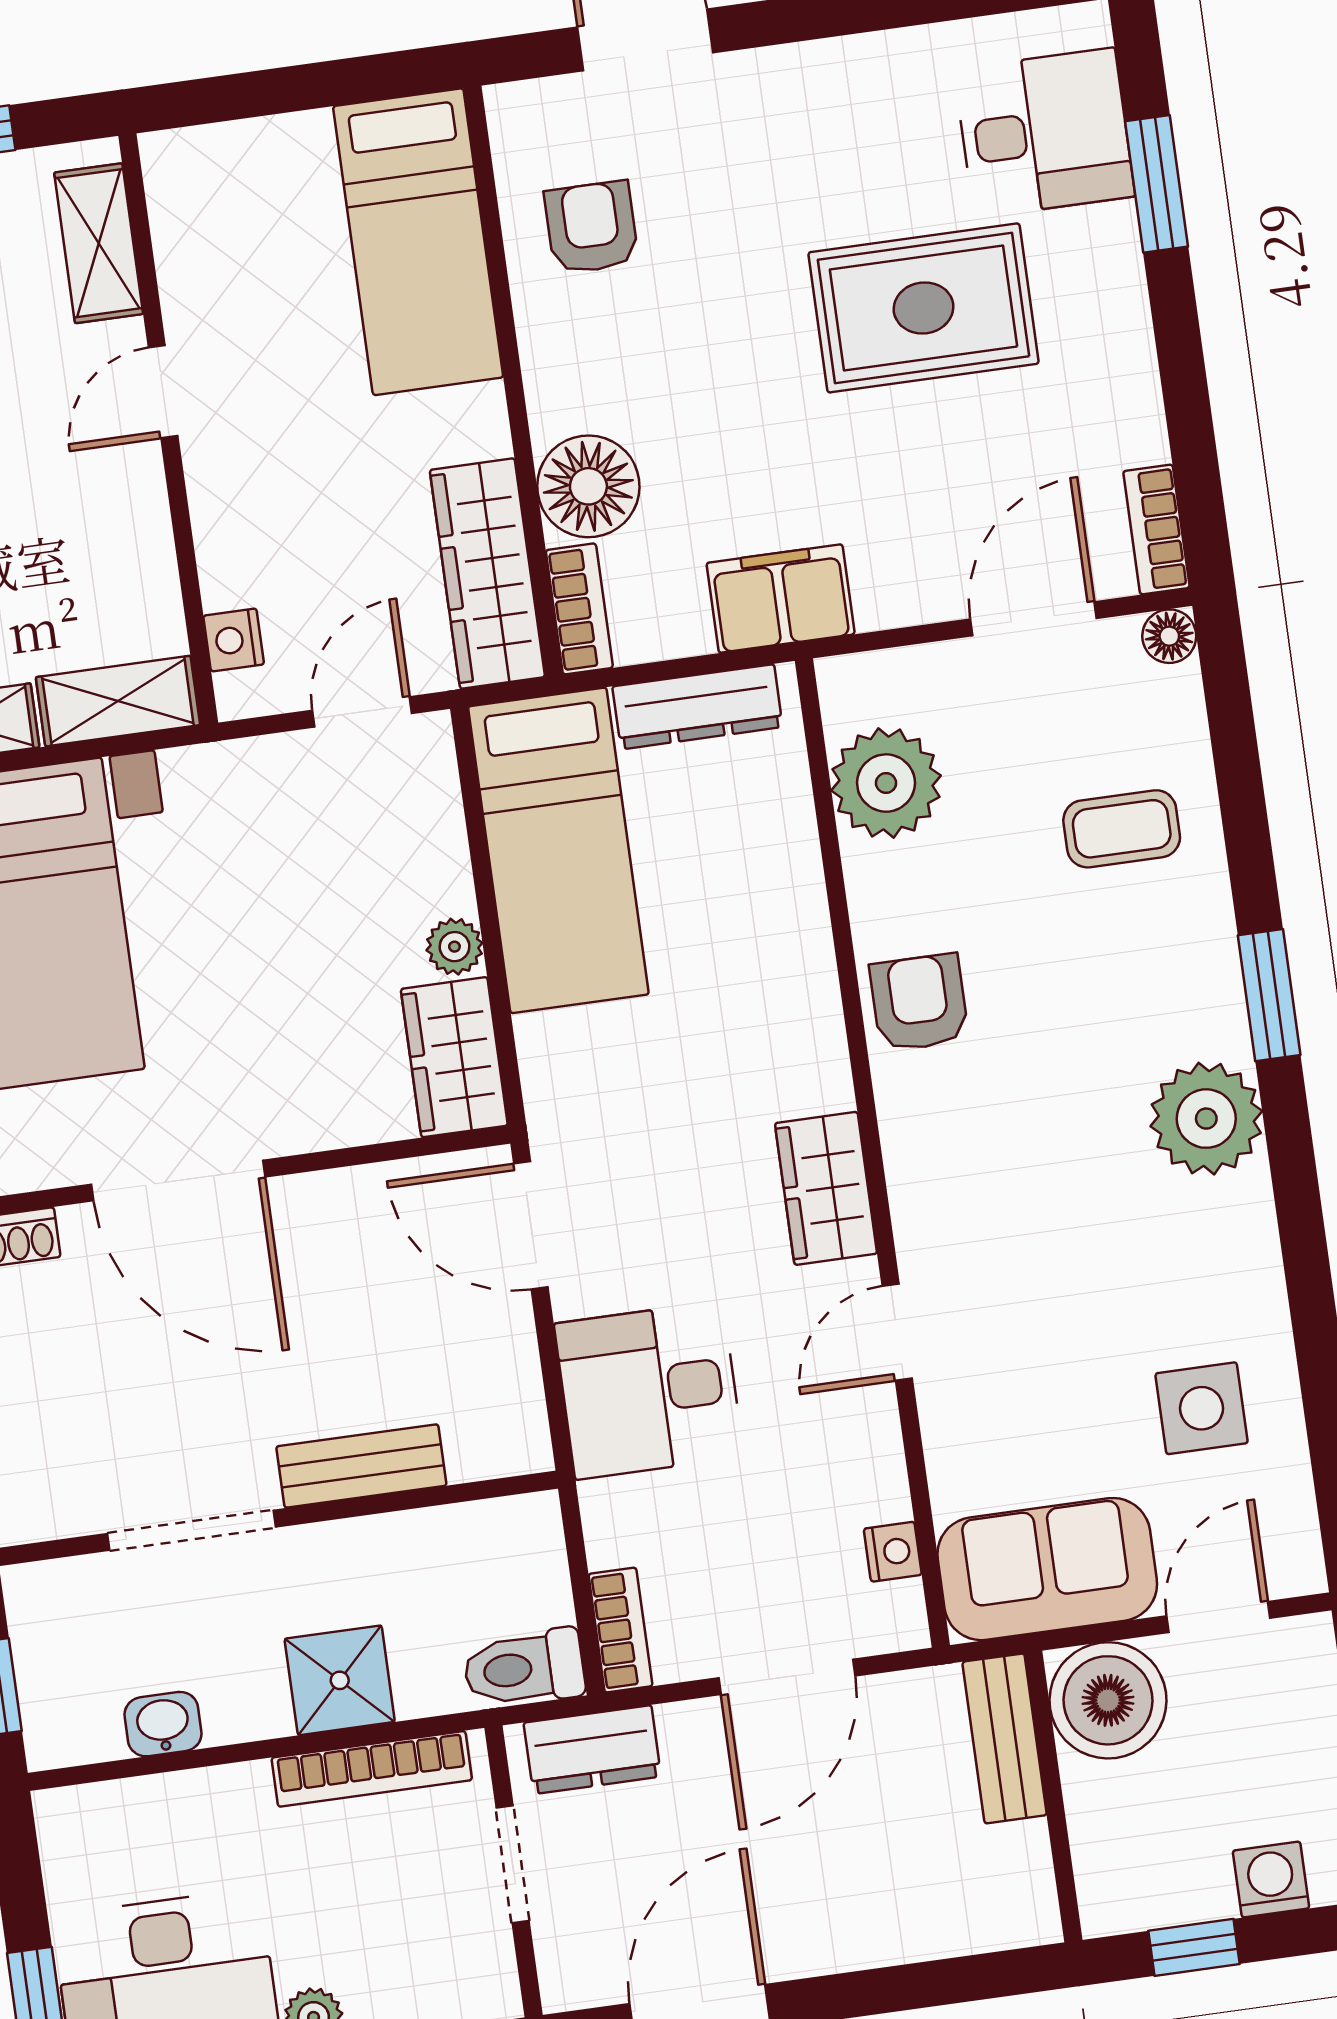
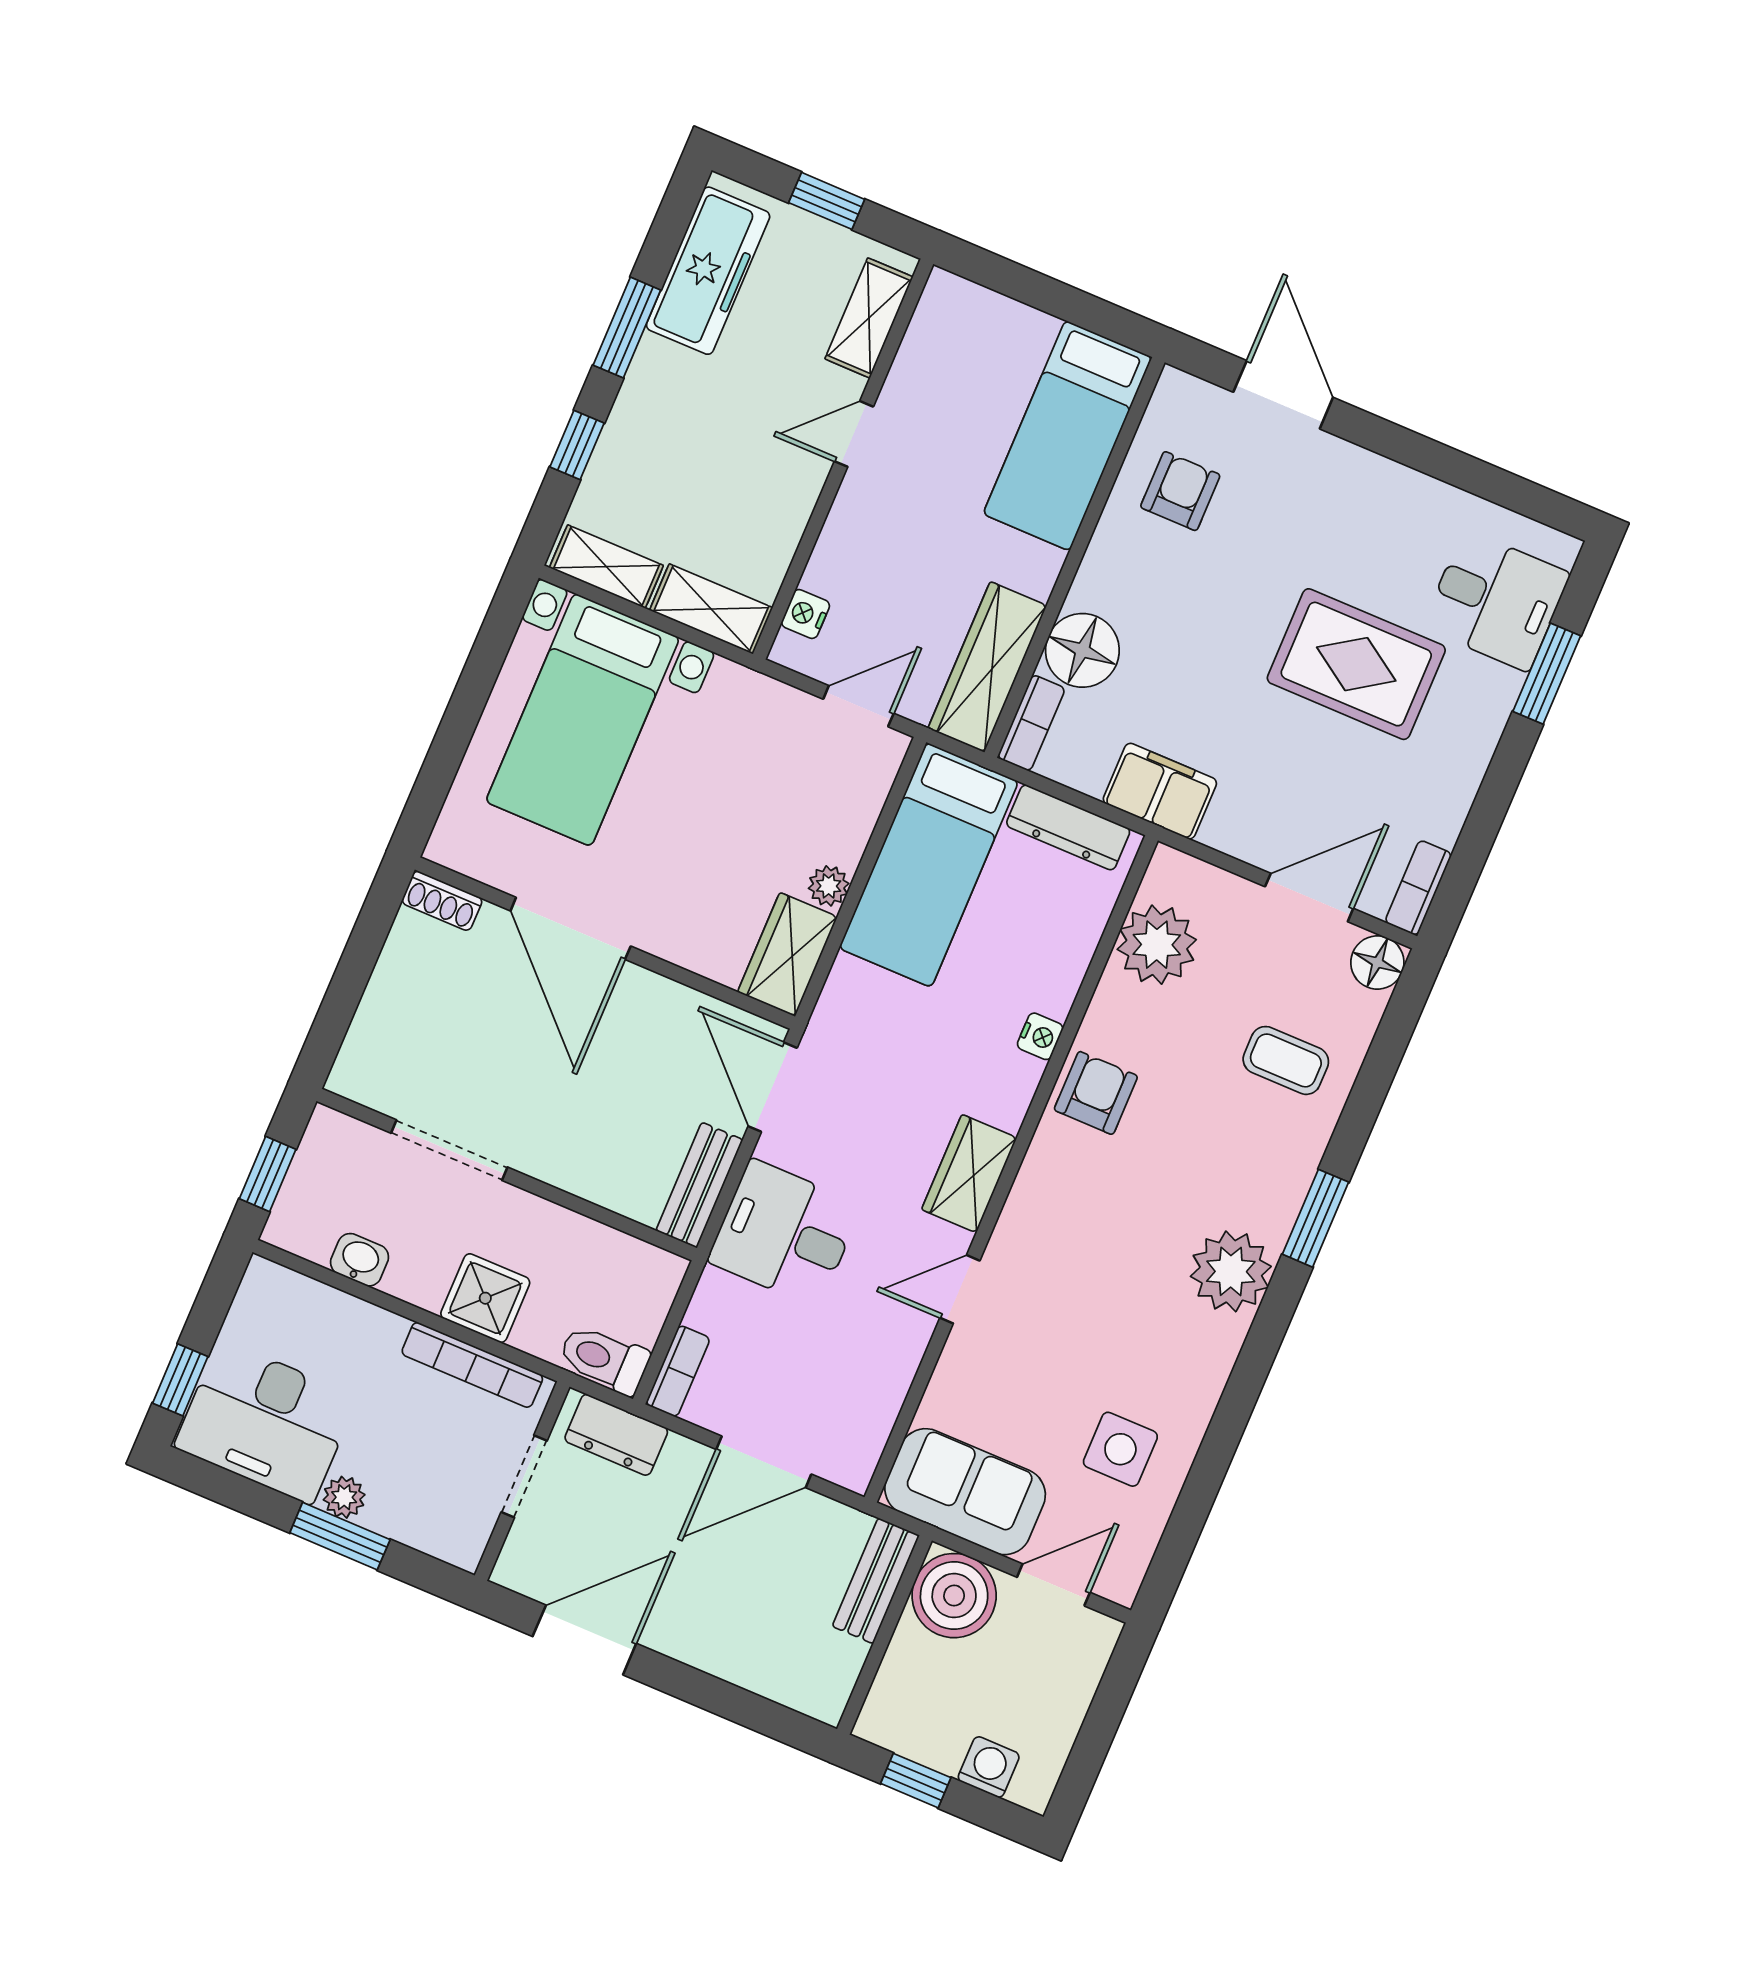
floor lamp: (1169, 636) -> (1377, 962), width x1.37, depth x1.37
bench: (361, 1466) -> (699, 1185), moved, turned 90
nightstand: (893, 1552) -> (1040, 1036), moved

